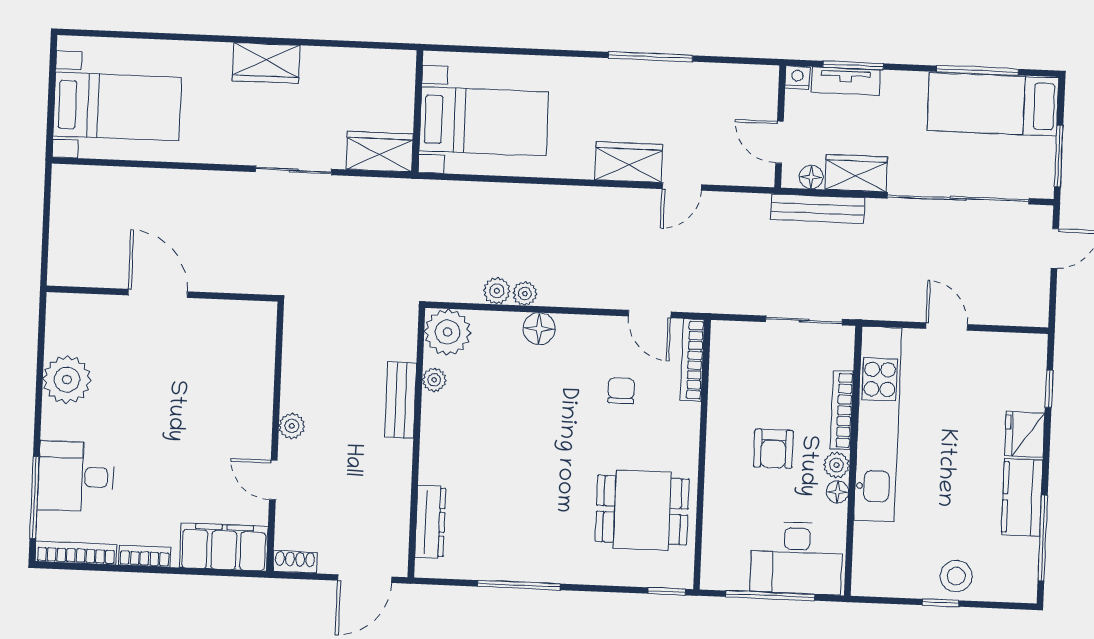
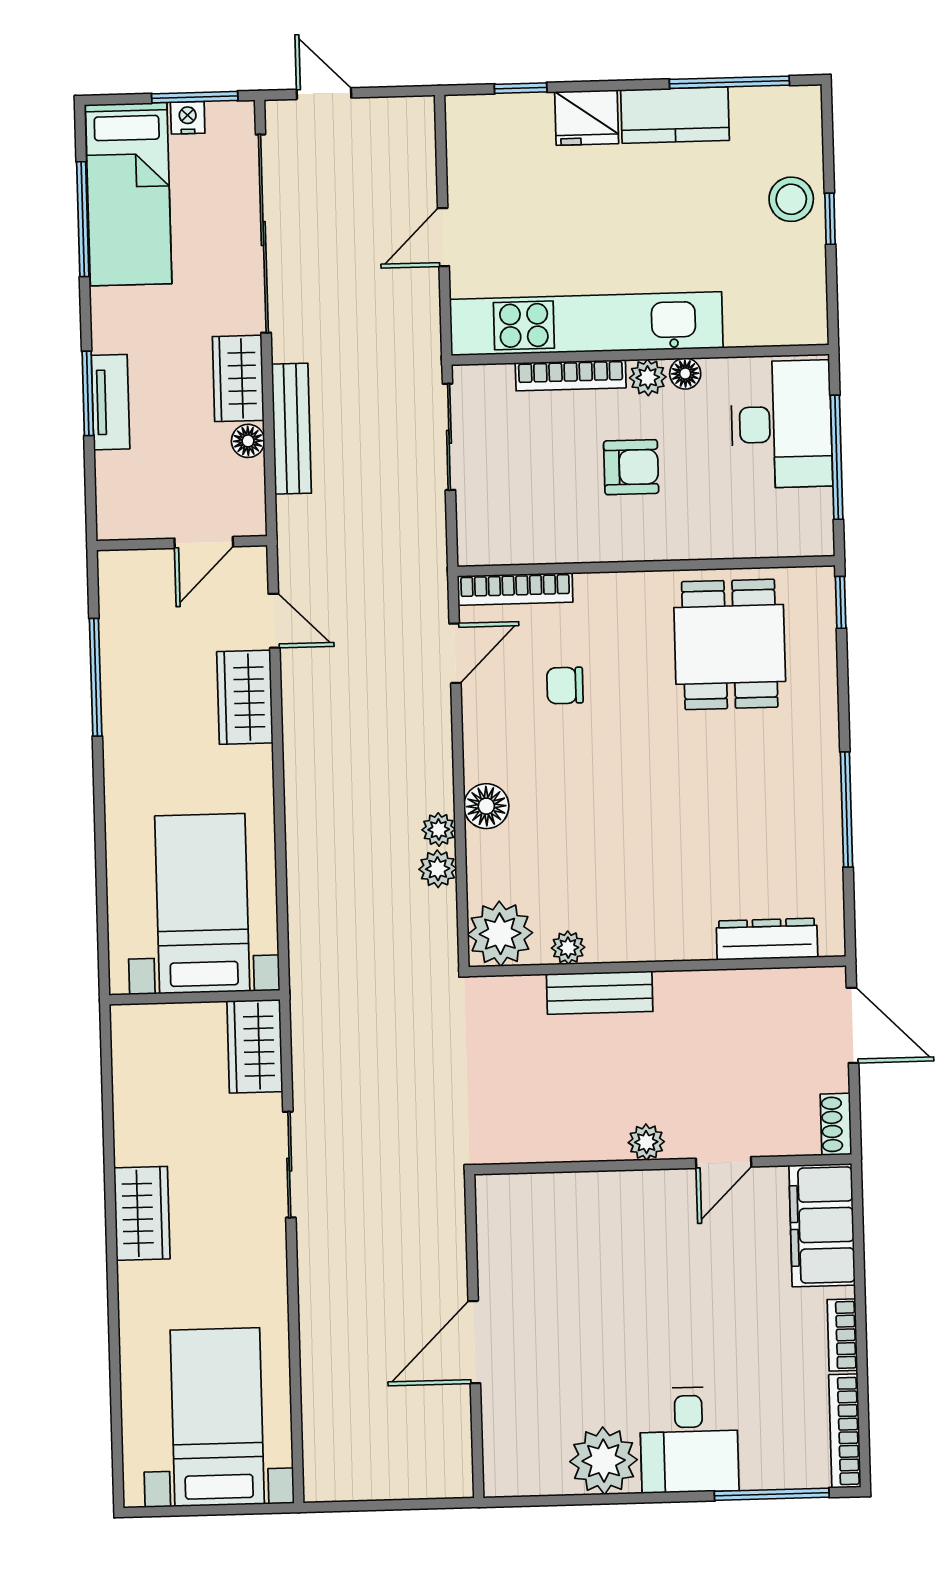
nightstand: (797, 77) -> (188, 118), moved, turned 90
wall: (780, 126) -> (182, 543), moved
door: (780, 142) -> (204, 542), moved
desk: (76, 476) -> (689, 1440), moved

